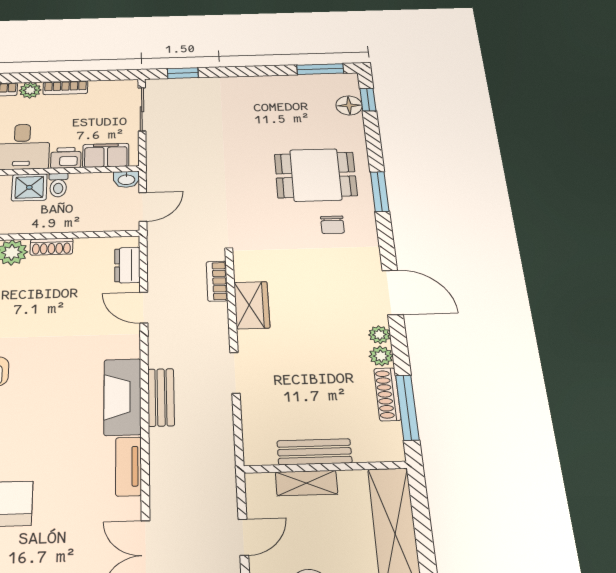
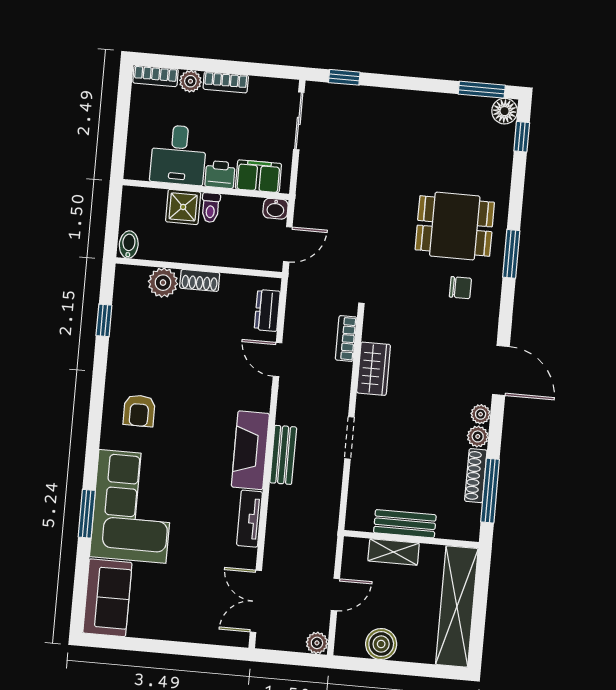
floor lamp: (349, 105) -> (505, 111), moved
chair: (332, 225) -> (460, 288), turned -90

